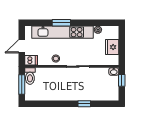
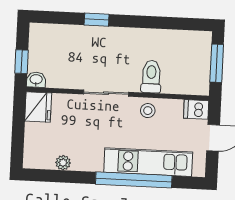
window: (61, 23) -> (134, 180), width x2.11
kitchen unit: (63, 32) -> (148, 162), width x0.73
fridge: (112, 47) -> (38, 107), moved
toilet: (30, 76) -> (151, 77), moved

